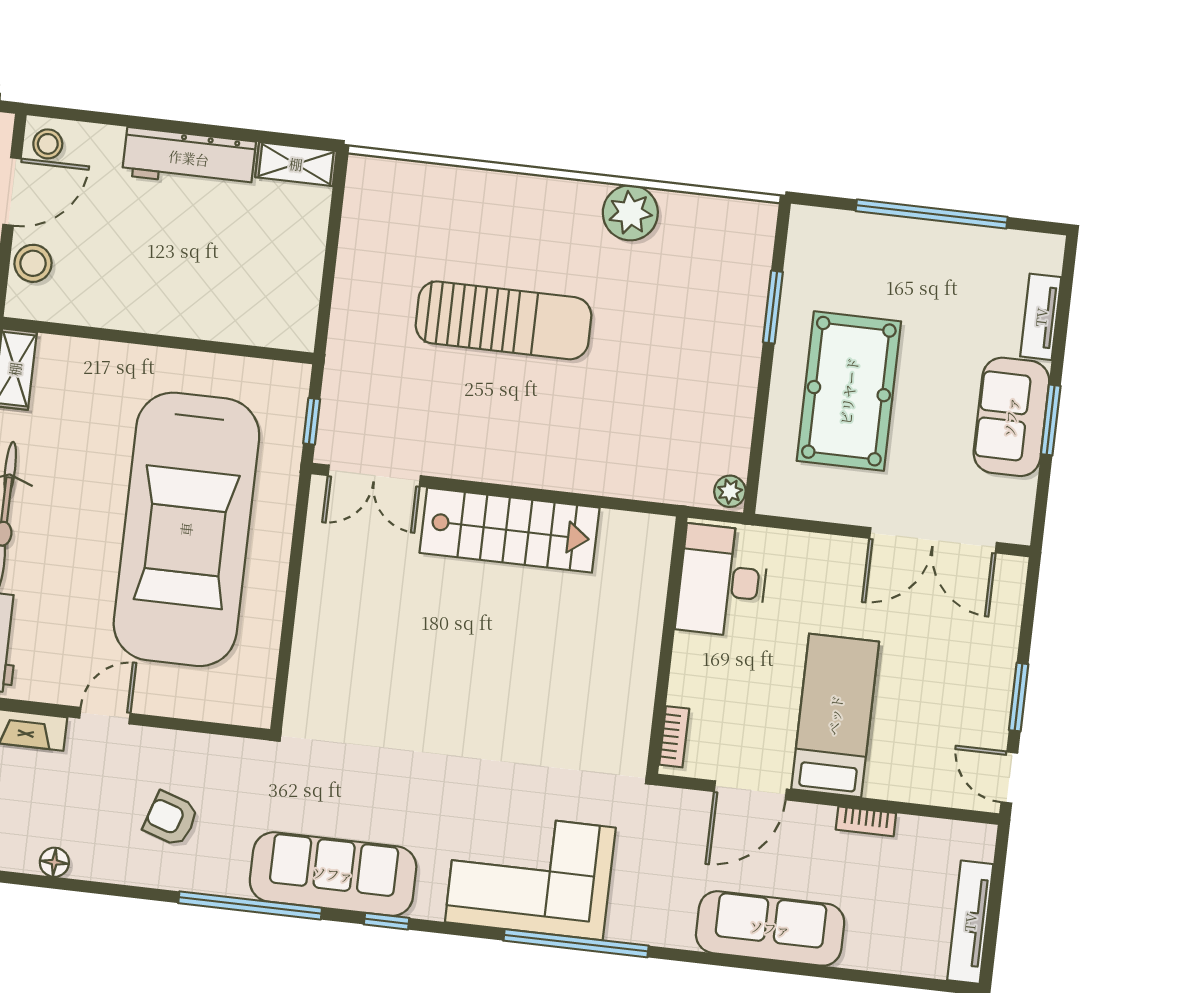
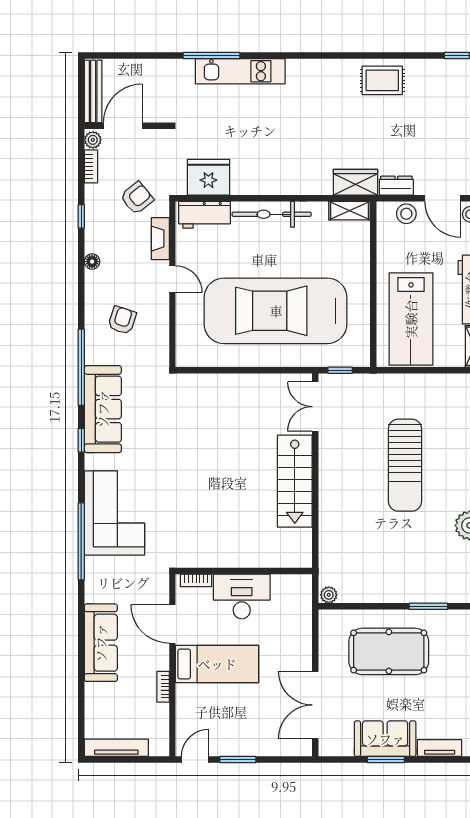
lab bench: (231, 277) -> (411, 319), added
desk: (723, 581) -> (242, 596), moved

